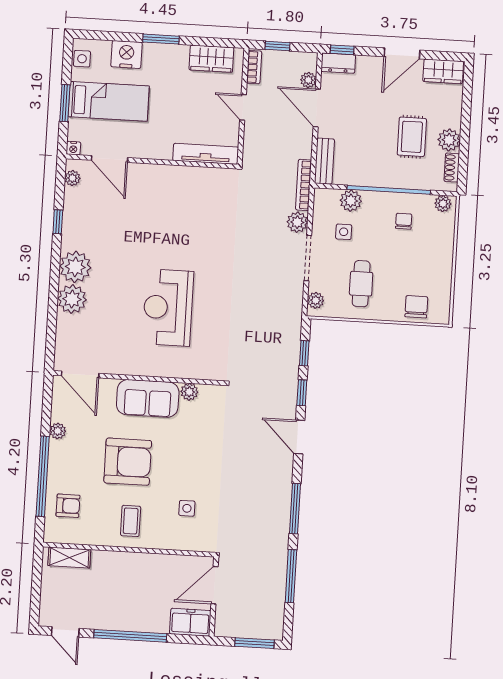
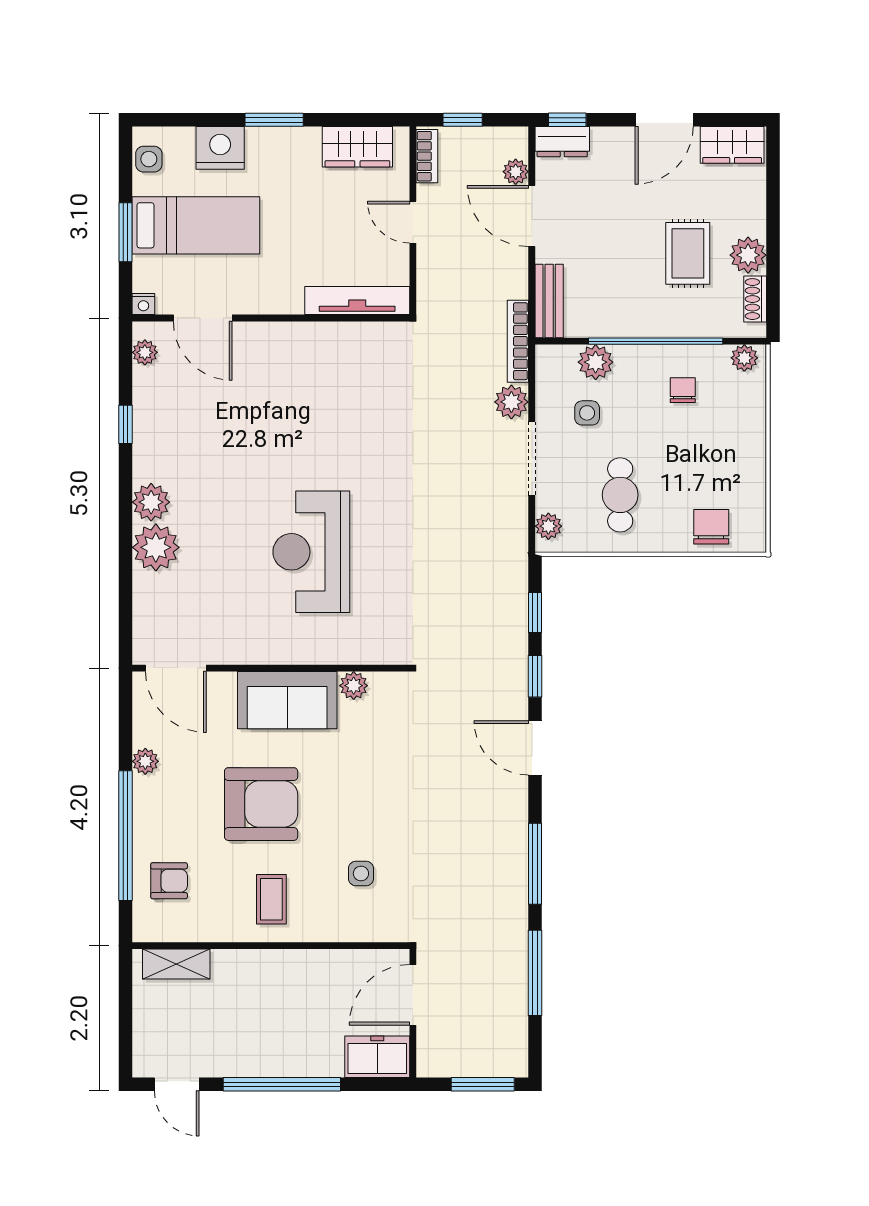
plant: (75, 267) -> (151, 502), width x0.73, depth x0.73

